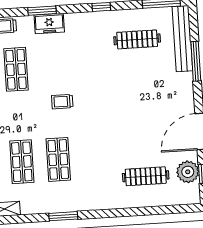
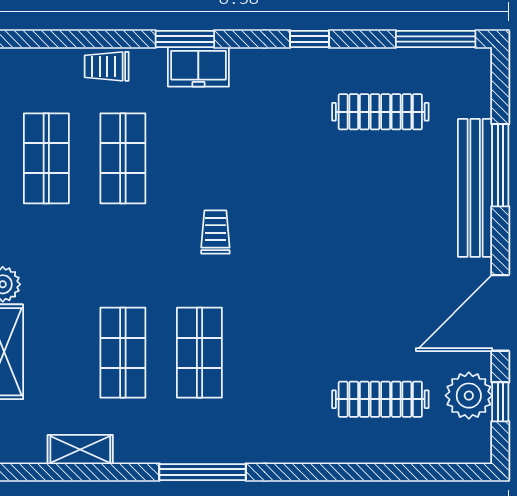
bench: (182, 39) -> (475, 188), moved
trolley: (62, 102) -> (215, 232), turned 90
window: (63, 216) -> (202, 472), width x1.44

